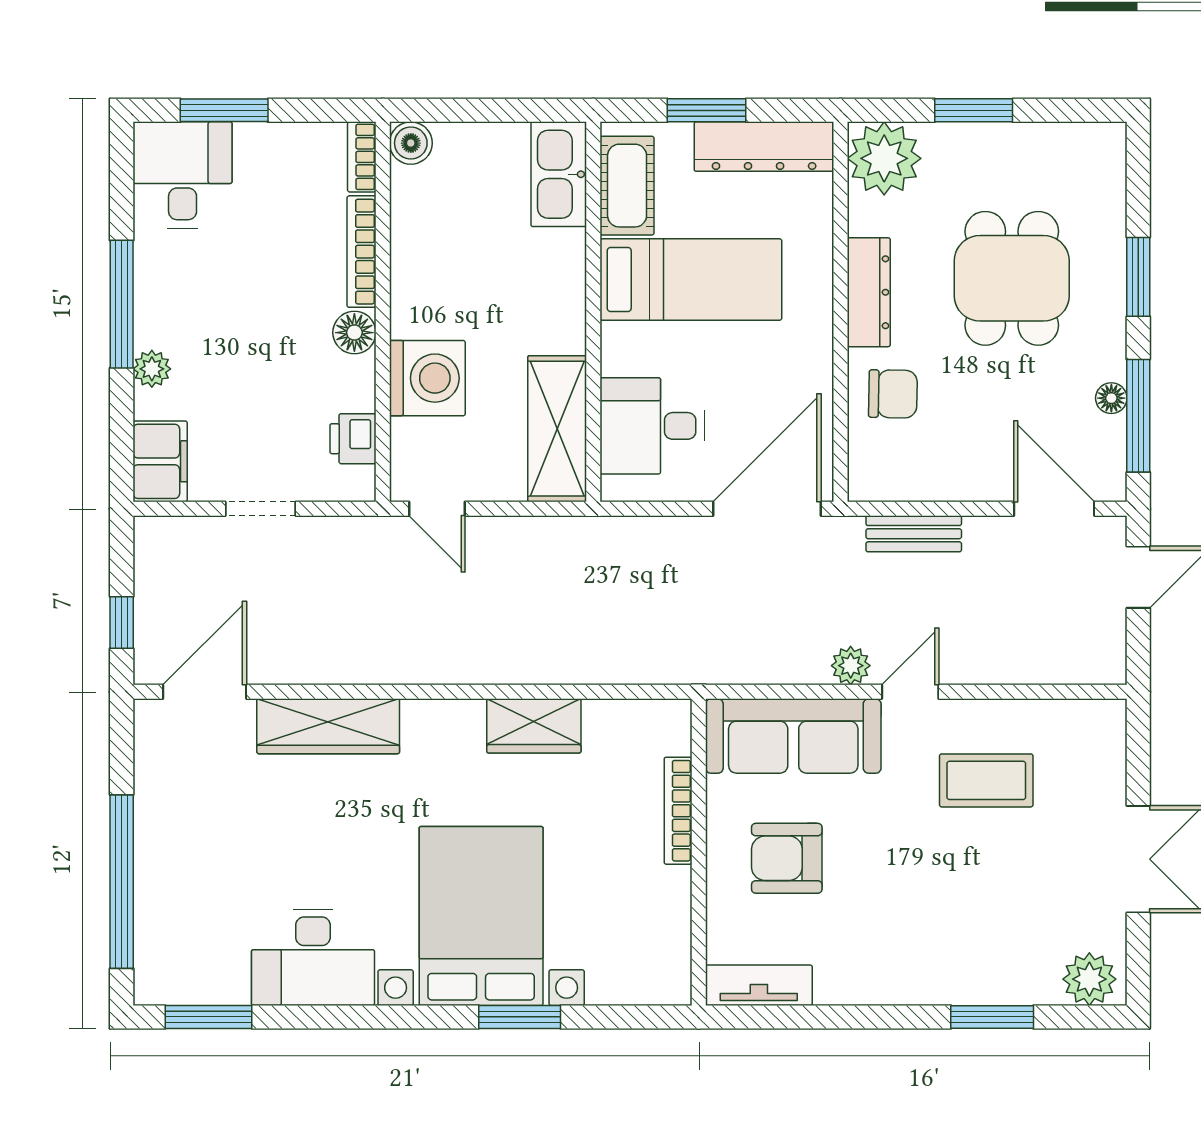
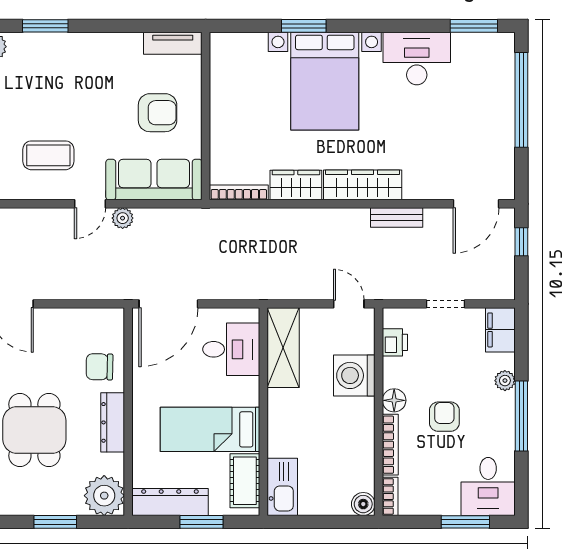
armchair: (263, 303) -> (444, 417), added
bench: (914, 534) -> (397, 217), moved
wardrobe: (328, 726) -> (363, 185), moved
bookcase: (678, 811) -> (239, 192), moved, turned -90

